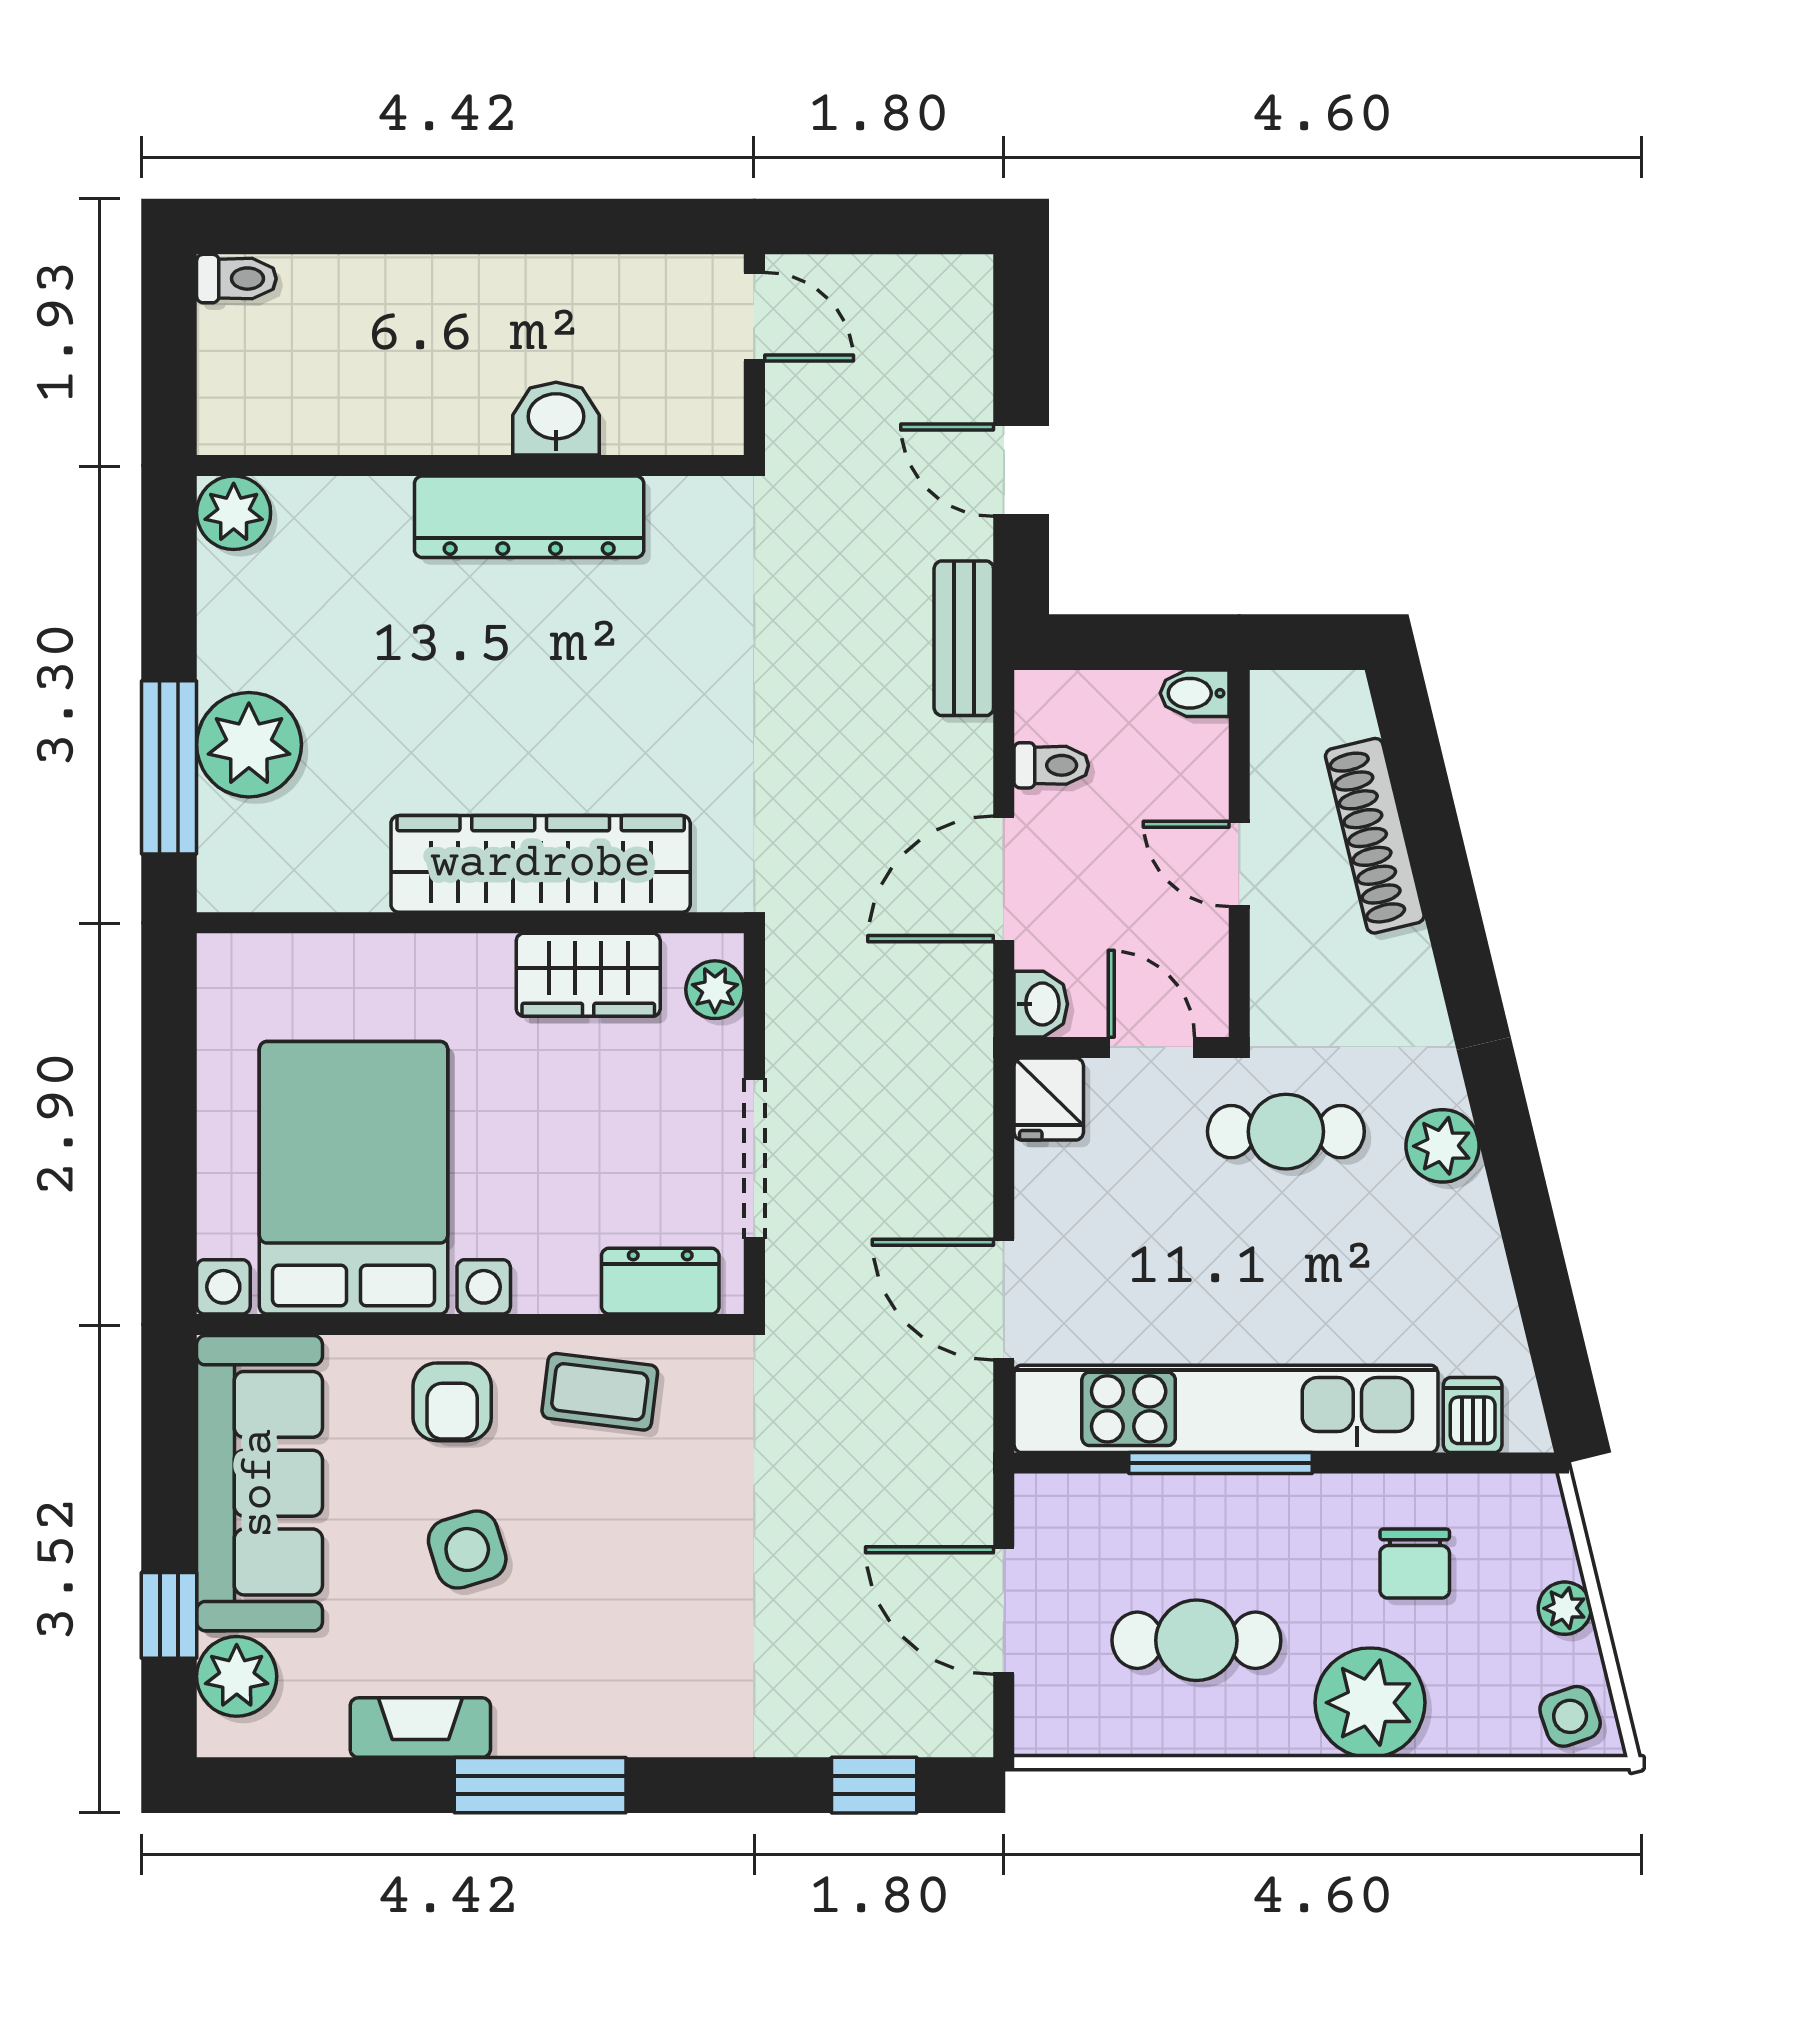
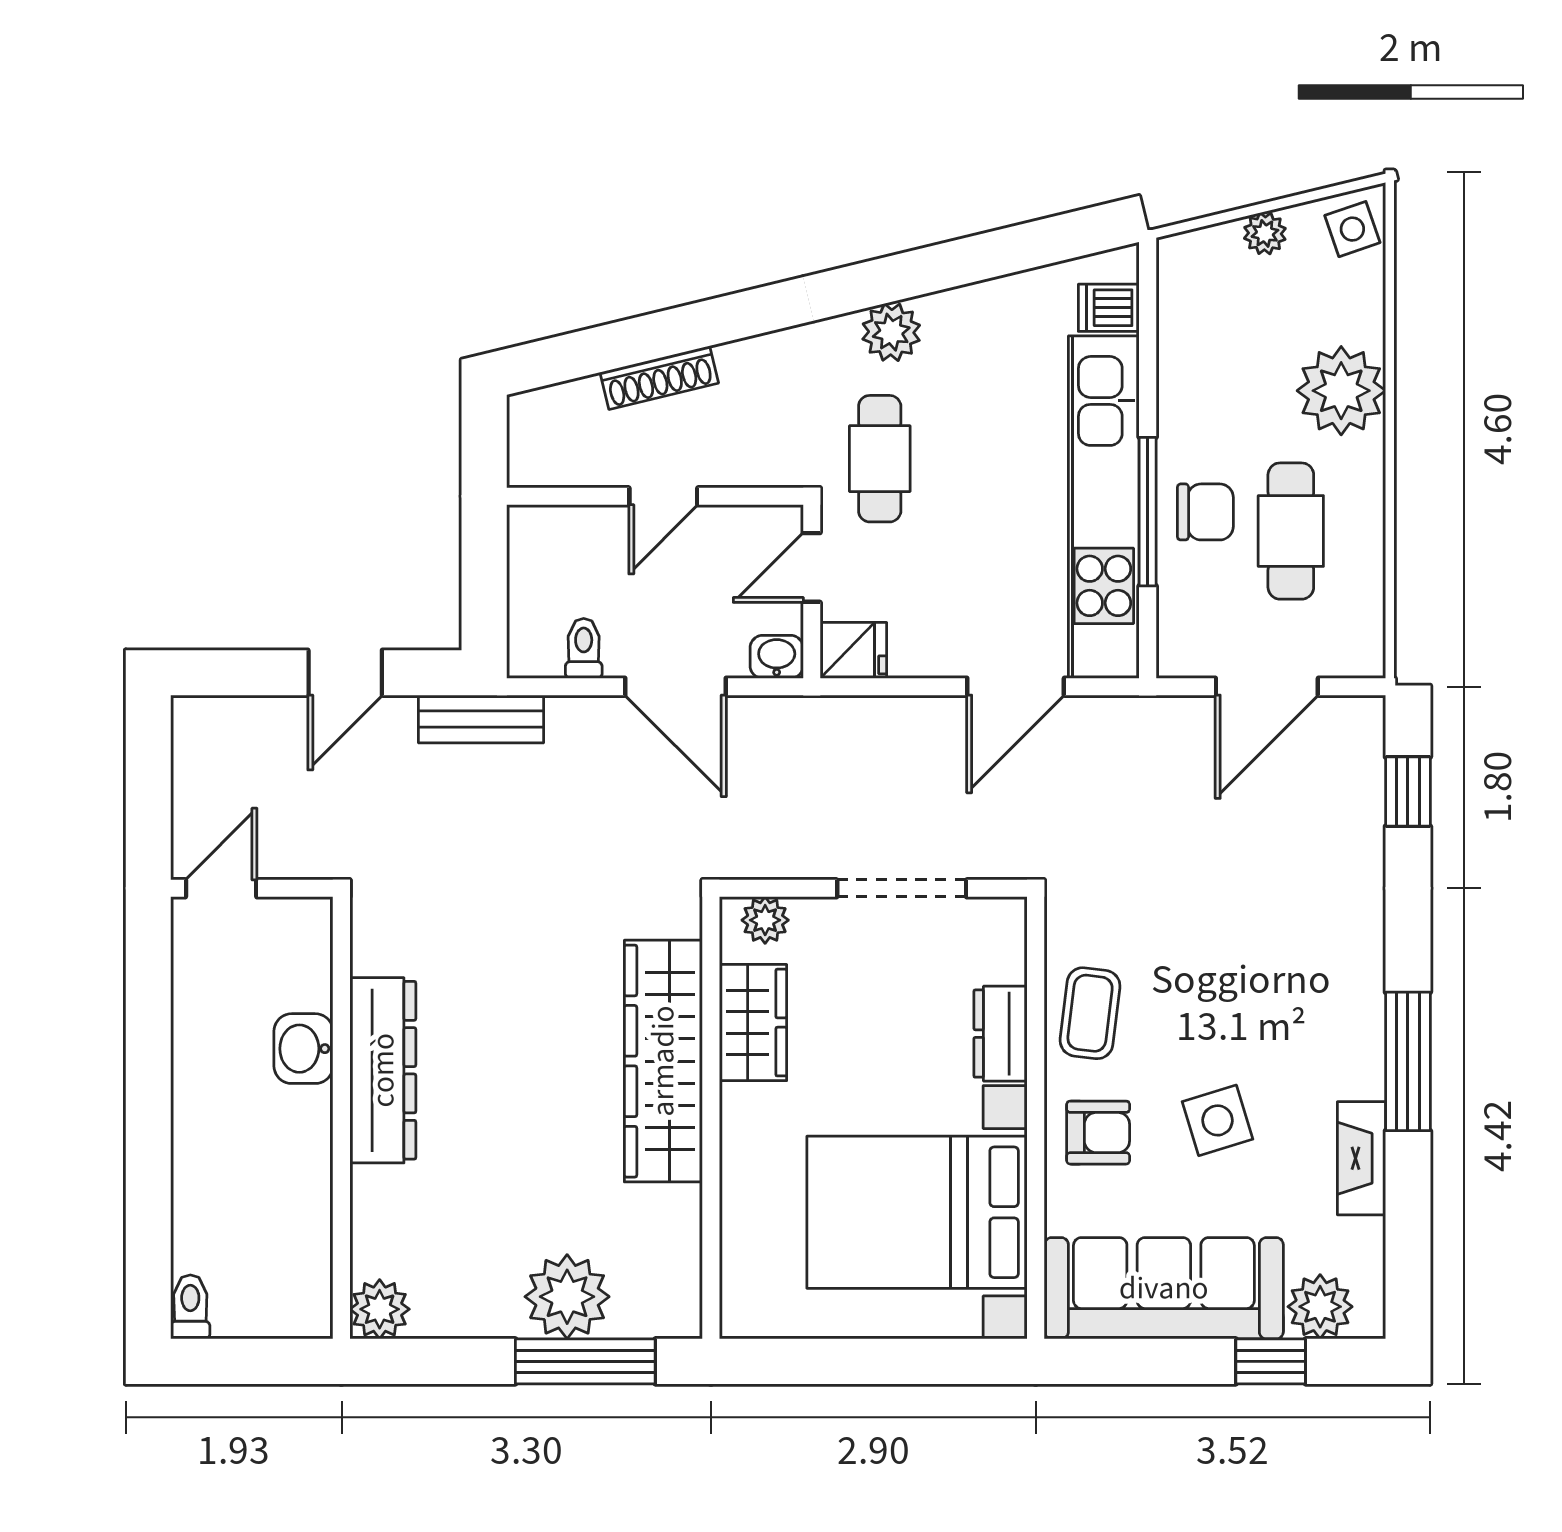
bidet: (1195, 693) -> (525, 533), removed
shoe rack: (1375, 836) -> (659, 378), width x0.74, depth x0.81
dresser: (660, 1281) -> (1001, 1034), moved
chair: (1415, 1564) -> (1205, 512), moved

